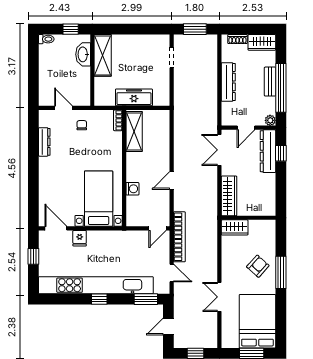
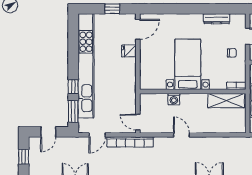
bed with nightstands: (99, 199) -> (188, 64), moved, turned -90
window: (99, 299) -> (73, 87), moved
door: (168, 327) -> (48, 132), swing flipped

